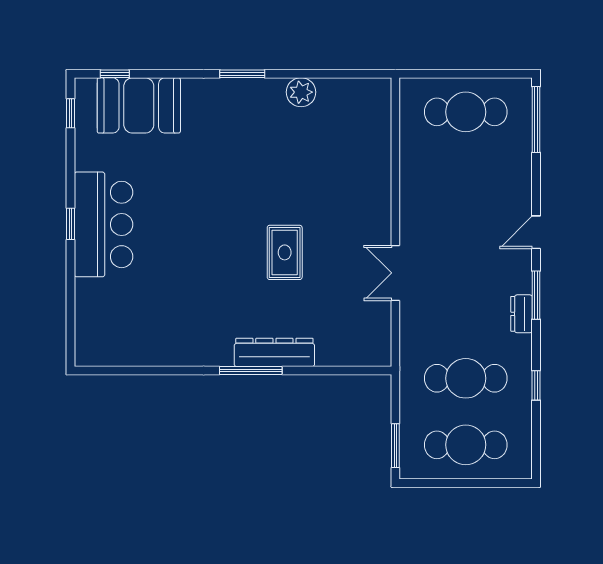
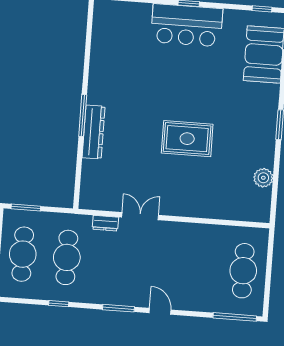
plant: (301, 92) -> (263, 178), moved
rug: (285, 252) -> (187, 139), moved, width x1.36, depth x1.43
dresser: (522, 314) -> (105, 223), moved, turned 180

